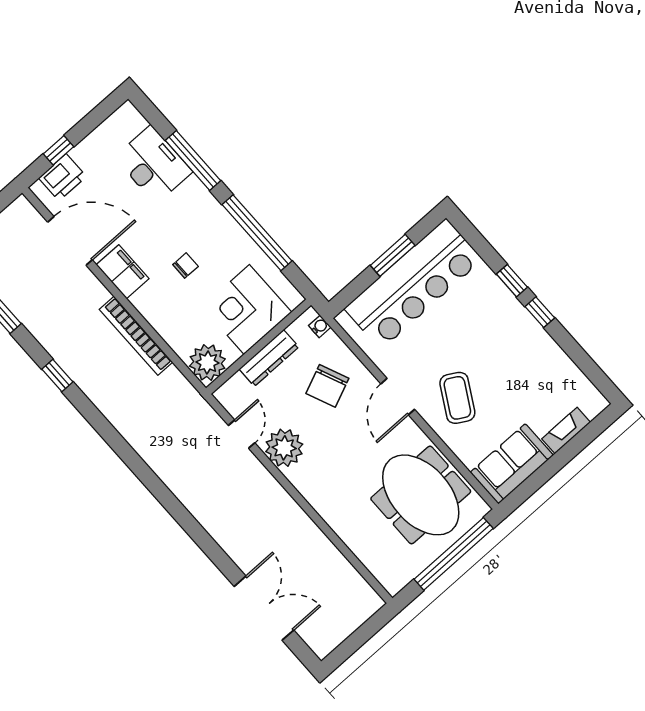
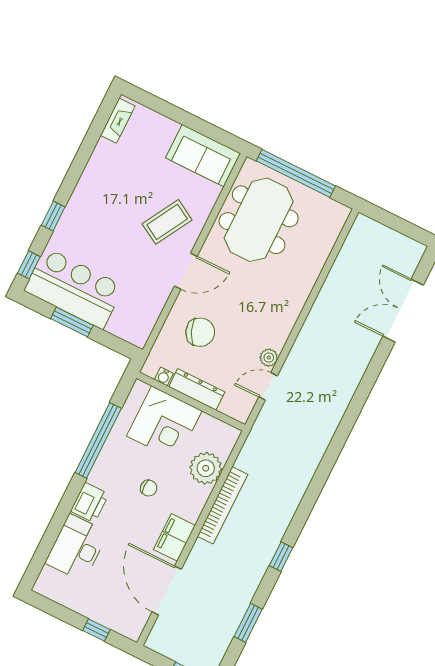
window: (193, 161) -> (60, 517), removed
printer: (62, 177) -> (90, 503), moved, turned 90
chair: (185, 266) -> (149, 488), turned 180
bar counter: (413, 284) -> (74, 288), width x0.73
window: (540, 312) -> (29, 265), moved
water cooler: (320, 326) -> (164, 377), moved, turned -90
plant: (207, 363) -> (206, 468), moved
fireplace: (566, 431) -> (118, 121), moved, turned -90
plant: (284, 448) -> (269, 358), width x0.53, depth x0.53

